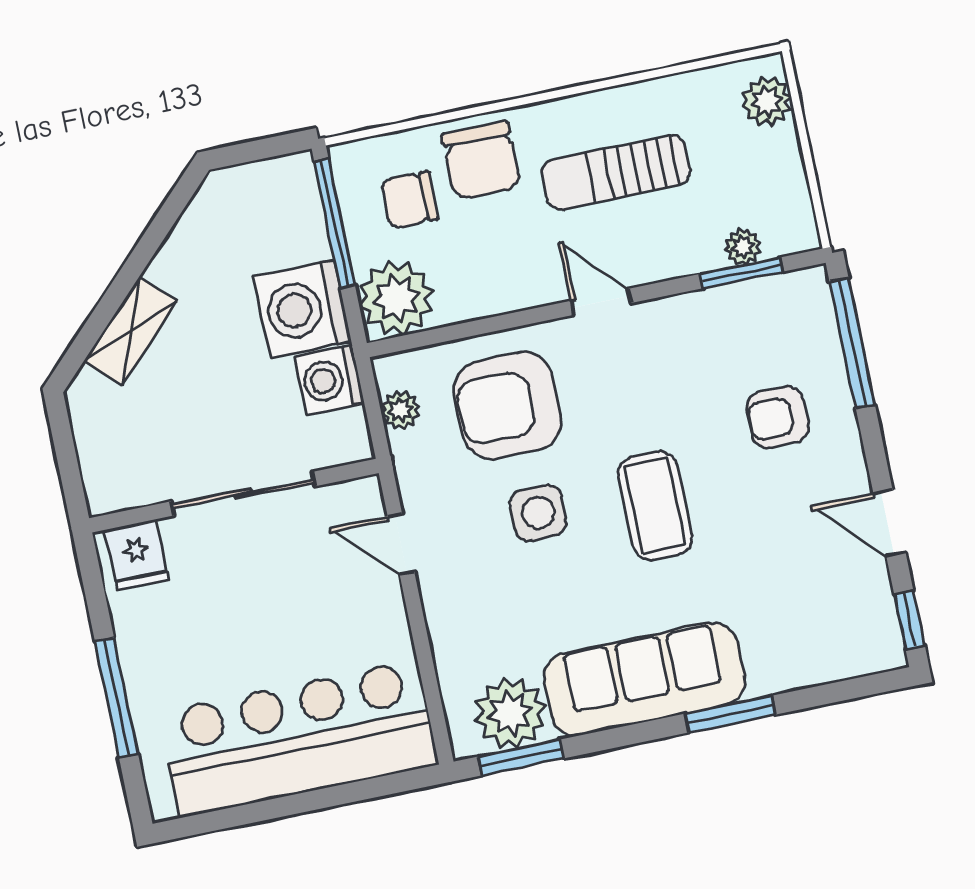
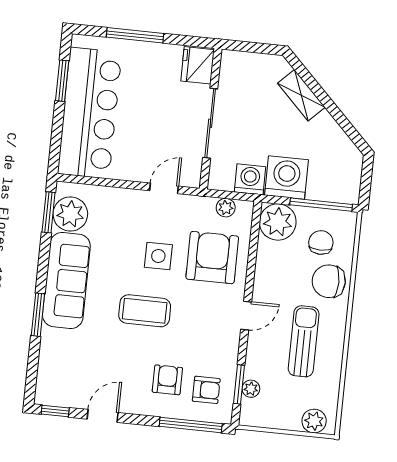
armchair: (773, 334) -> (206, 390), added
fridge: (137, 555) -> (198, 65), width x1.38
window: (252, 813) -> (62, 81), added

